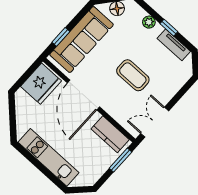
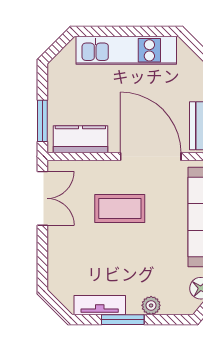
window: (169, 28) -> (123, 320), width x1.50
coffee table: (133, 75) -> (120, 209), moved

